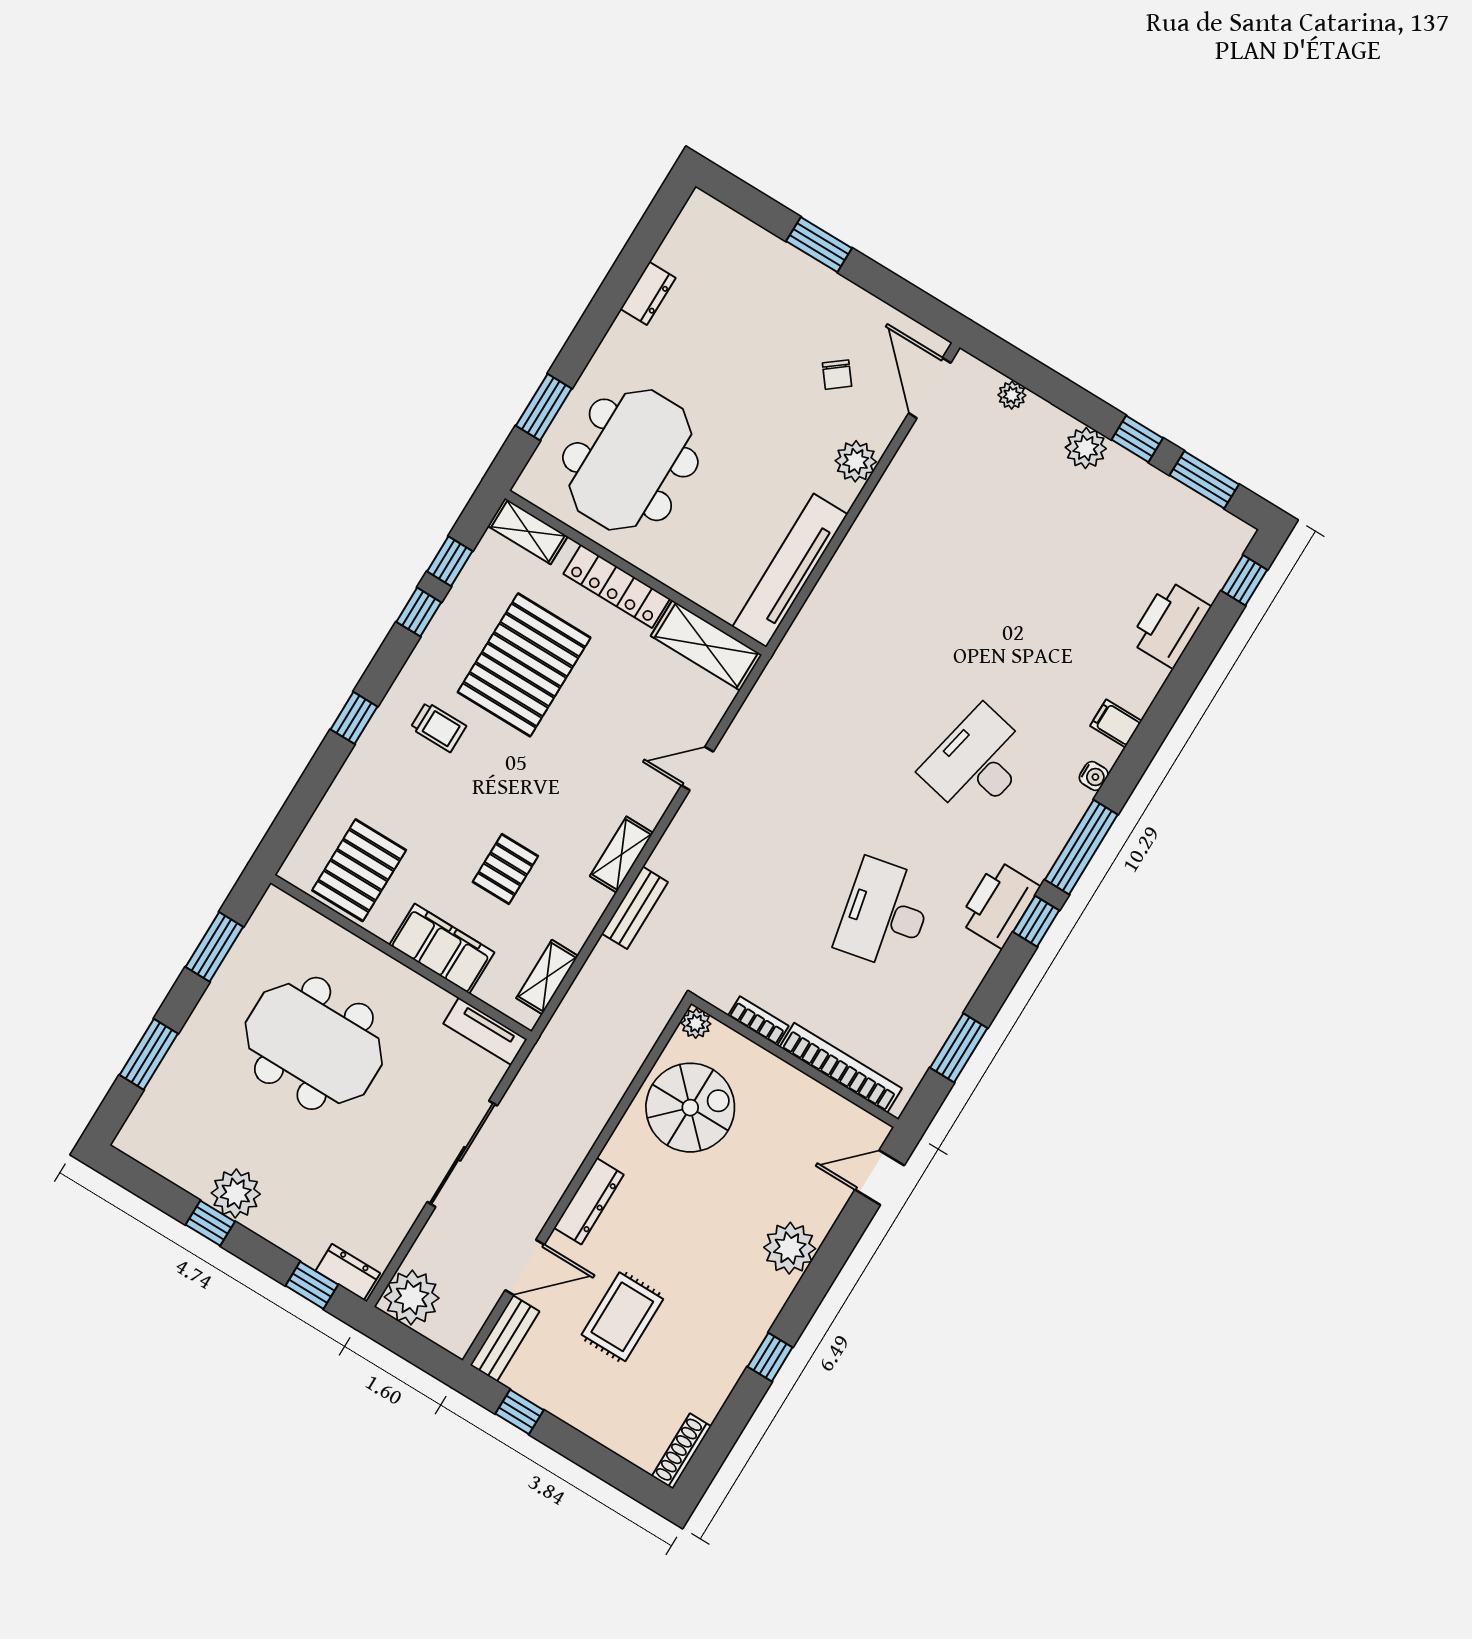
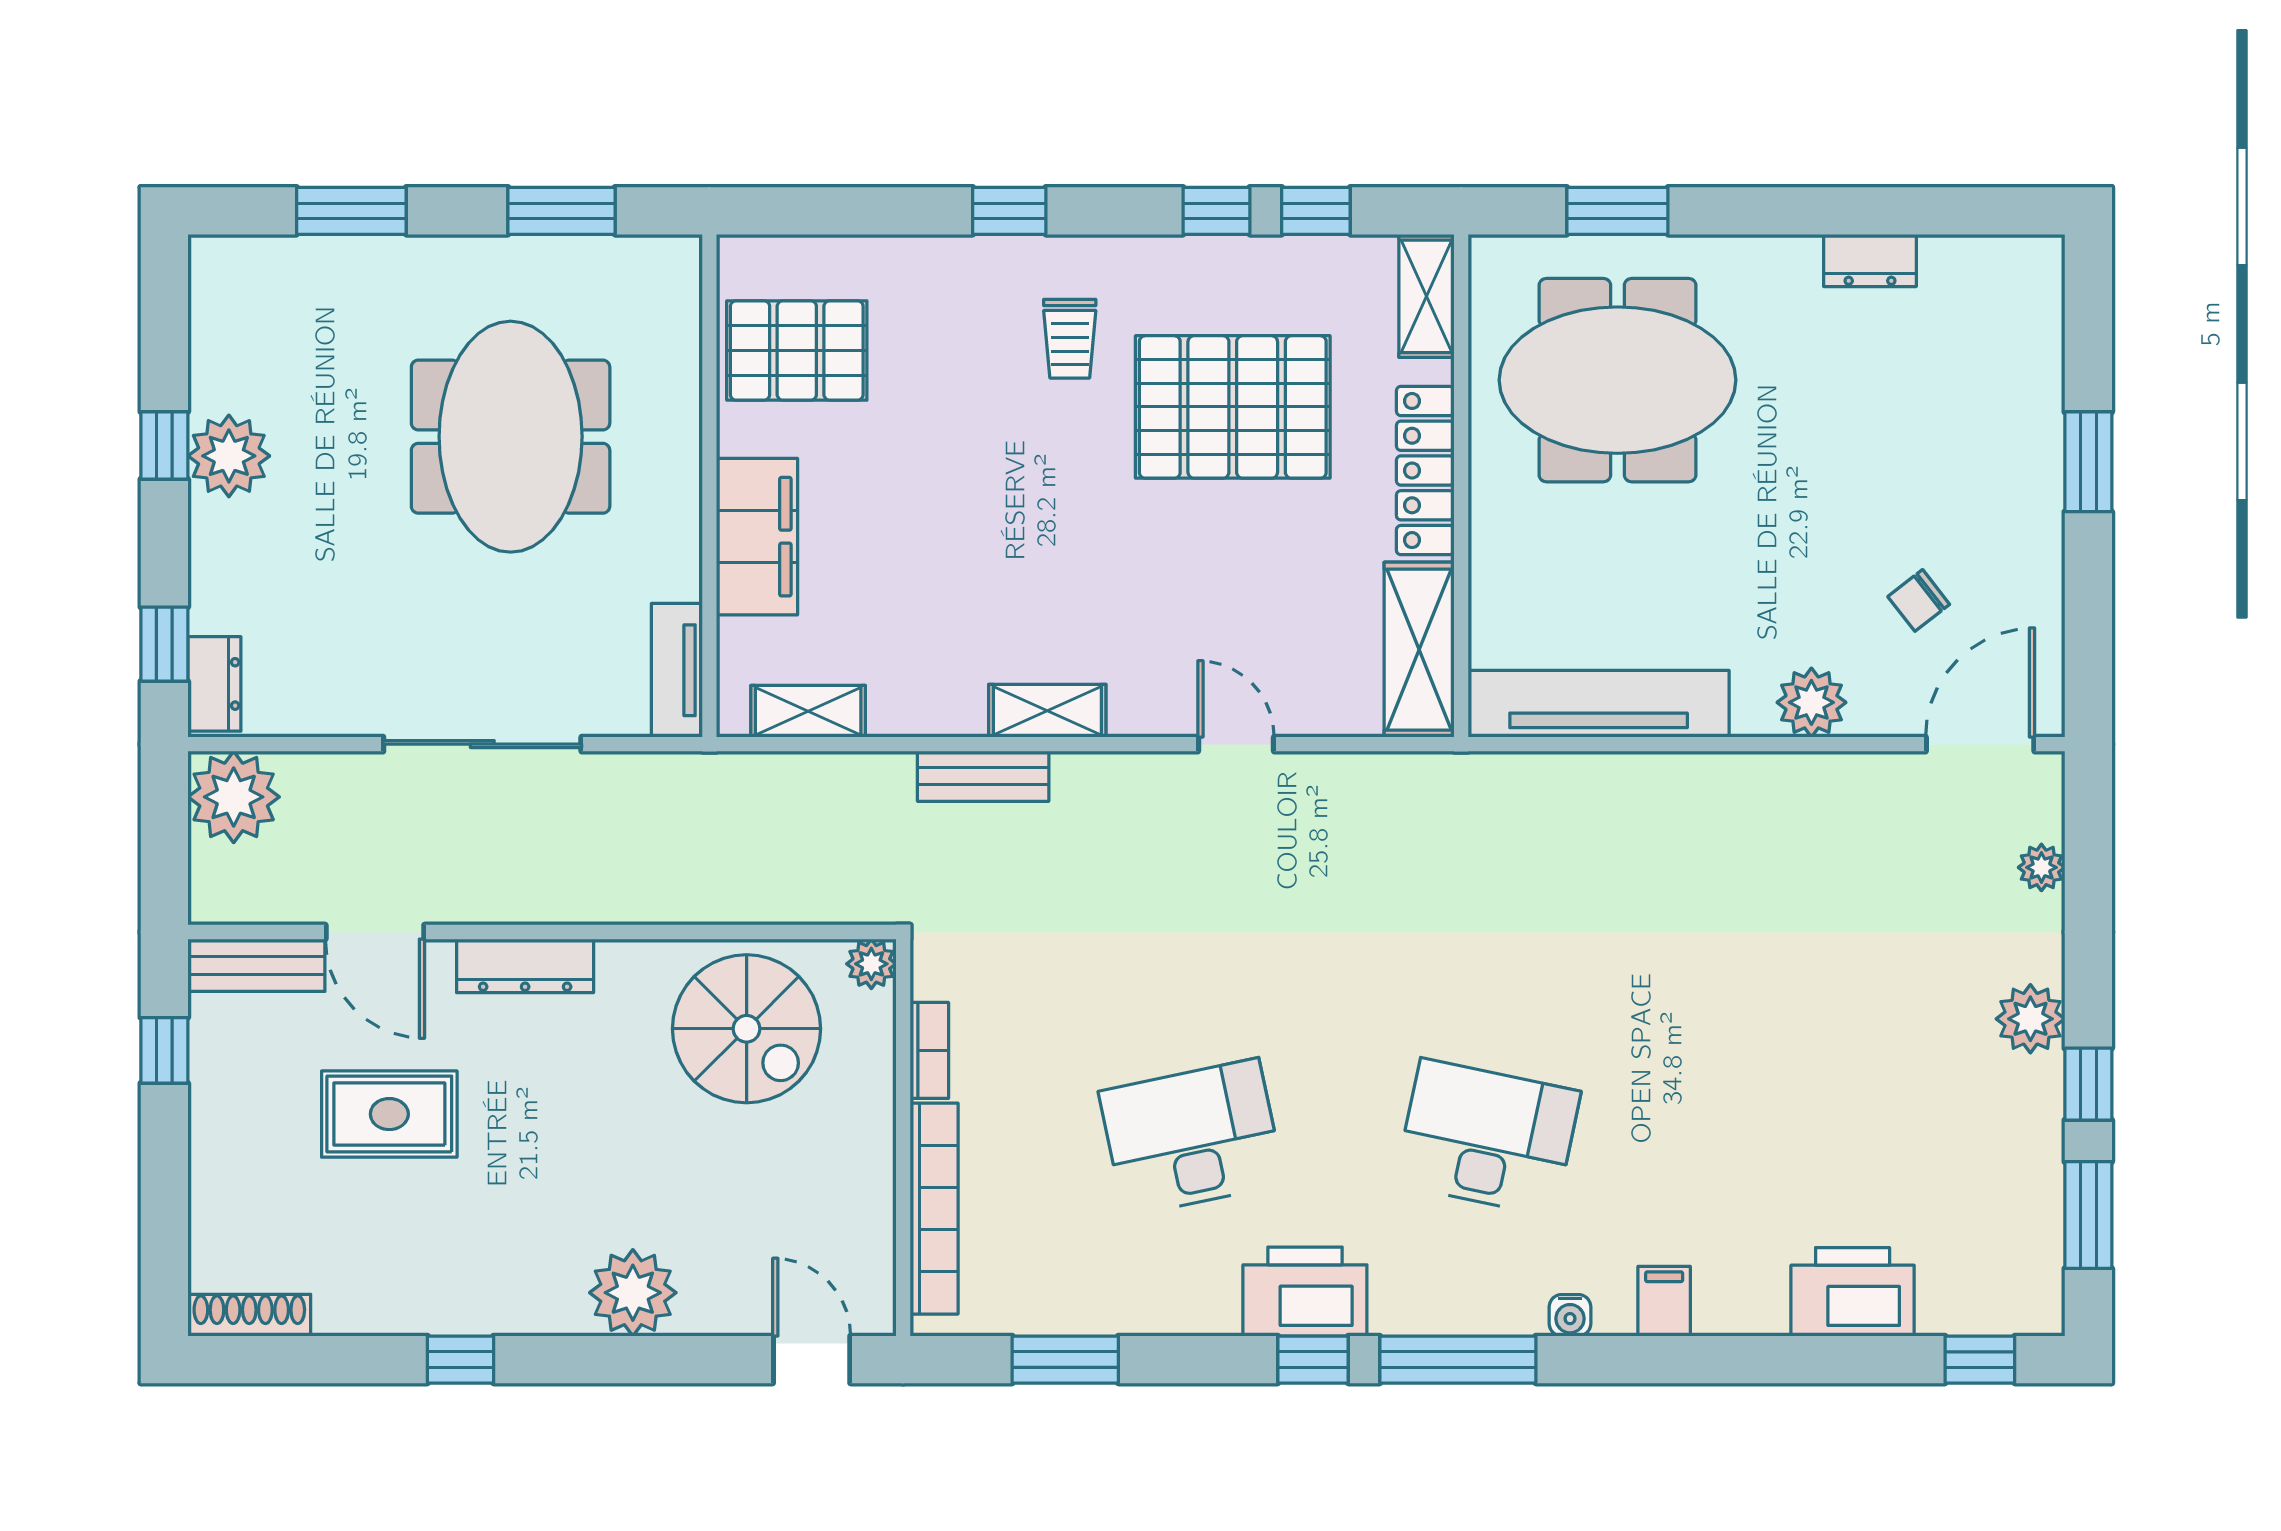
pallet: (505, 869) -> (926, 558), removed

